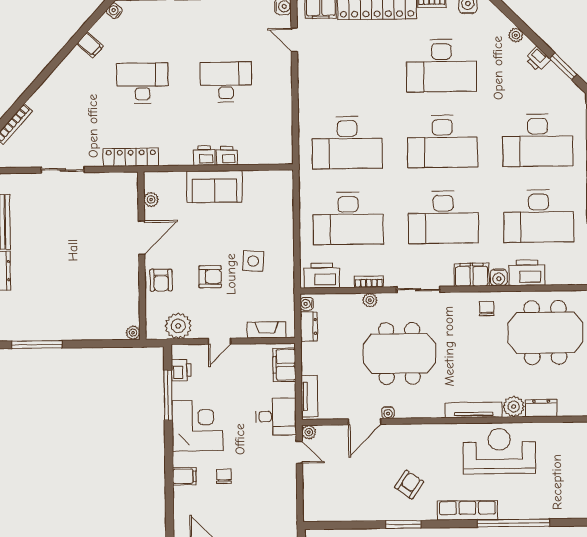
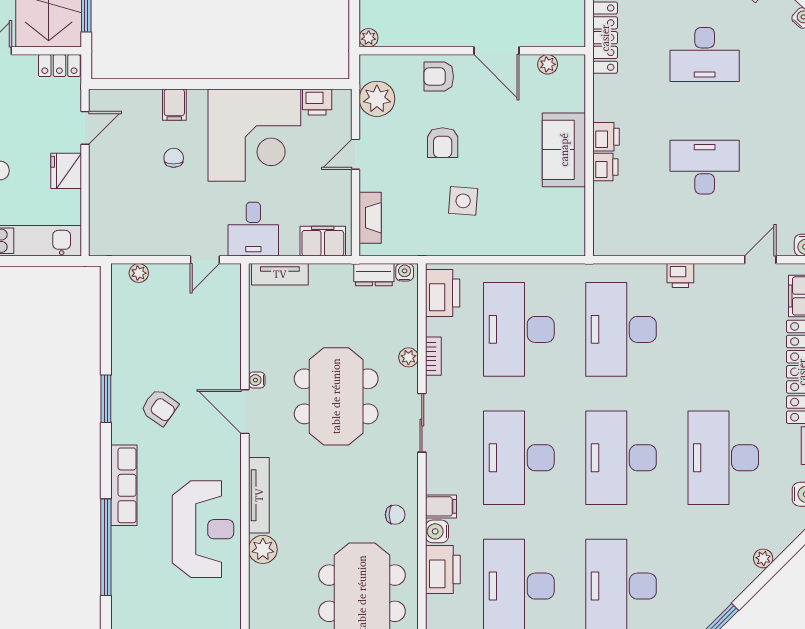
printer: (538, 59) -> (680, 276), moved, turned -135
desk: (226, 82) -> (705, 167), turned -90
desk: (142, 83) -> (705, 54), turned 90
filing cabinet: (472, 275) -> (441, 506), width x0.50
door: (220, 341) -> (355, 154), hinge flipped
window: (168, 395) -> (284, 84), removed
dresser: (541, 408) -> (260, 586), removed
door: (365, 422) -> (245, 412), moved
corner desk: (197, 426) -> (254, 135), width x1.36, depth x1.36
plant: (309, 432) -> (139, 273), moved
chair: (224, 476) -> (174, 158), turned -90

